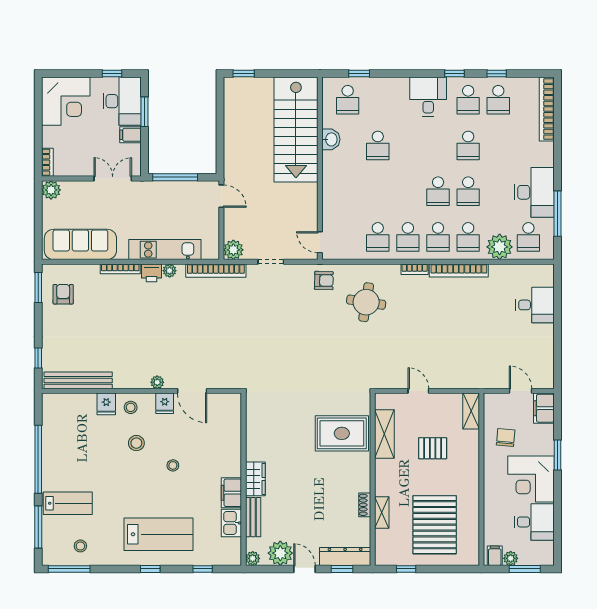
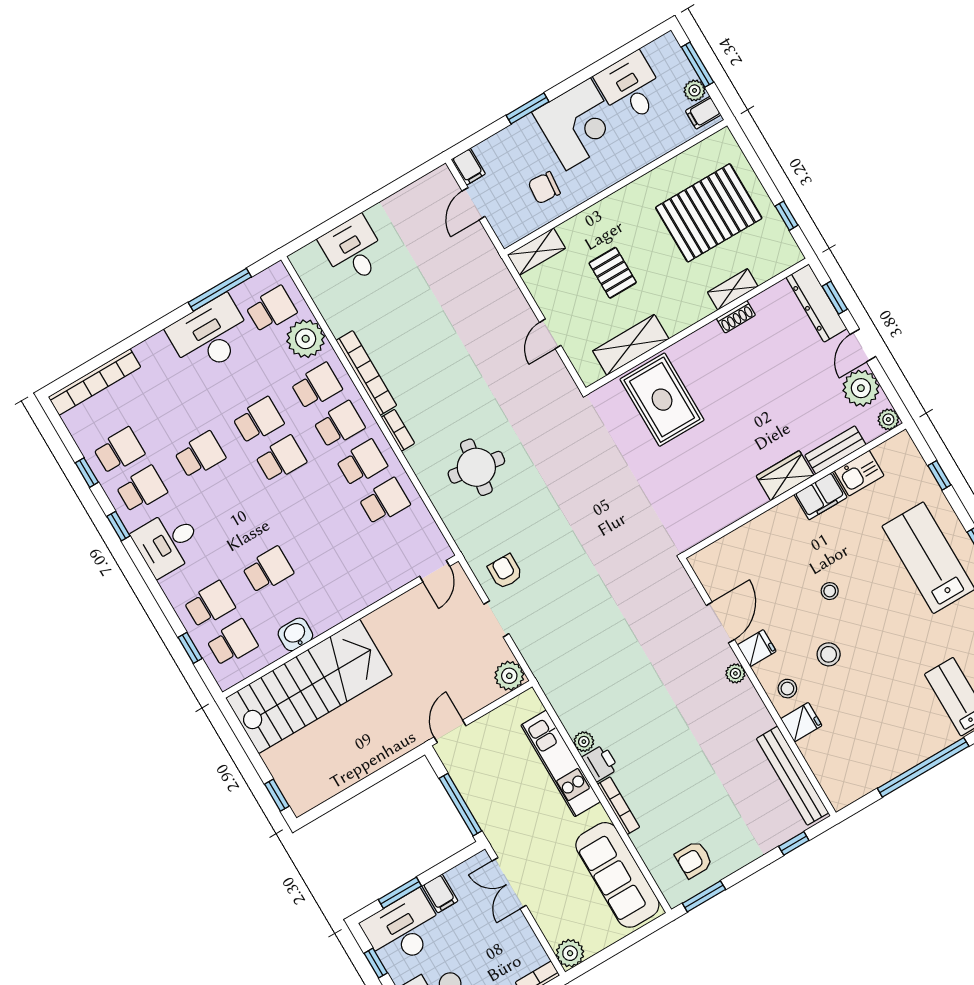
school desk: (378, 100) -> (210, 604), added
bookcase: (216, 271) -> (549, 683), removed
armchair: (324, 281) -> (505, 571), moved
filing cabinet: (544, 408) -> (468, 167), width x0.50

